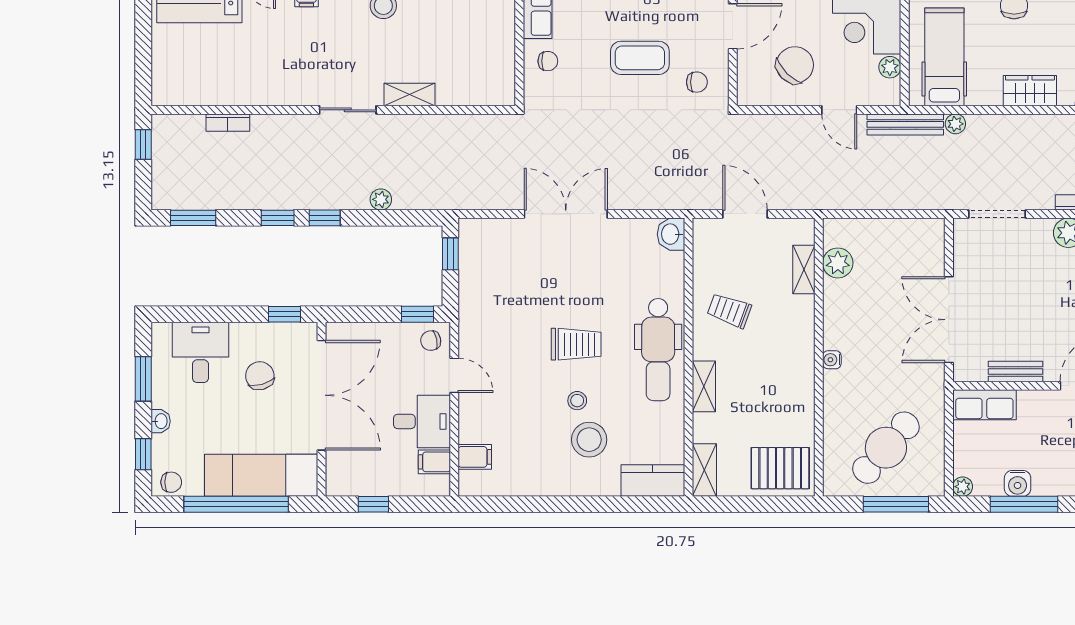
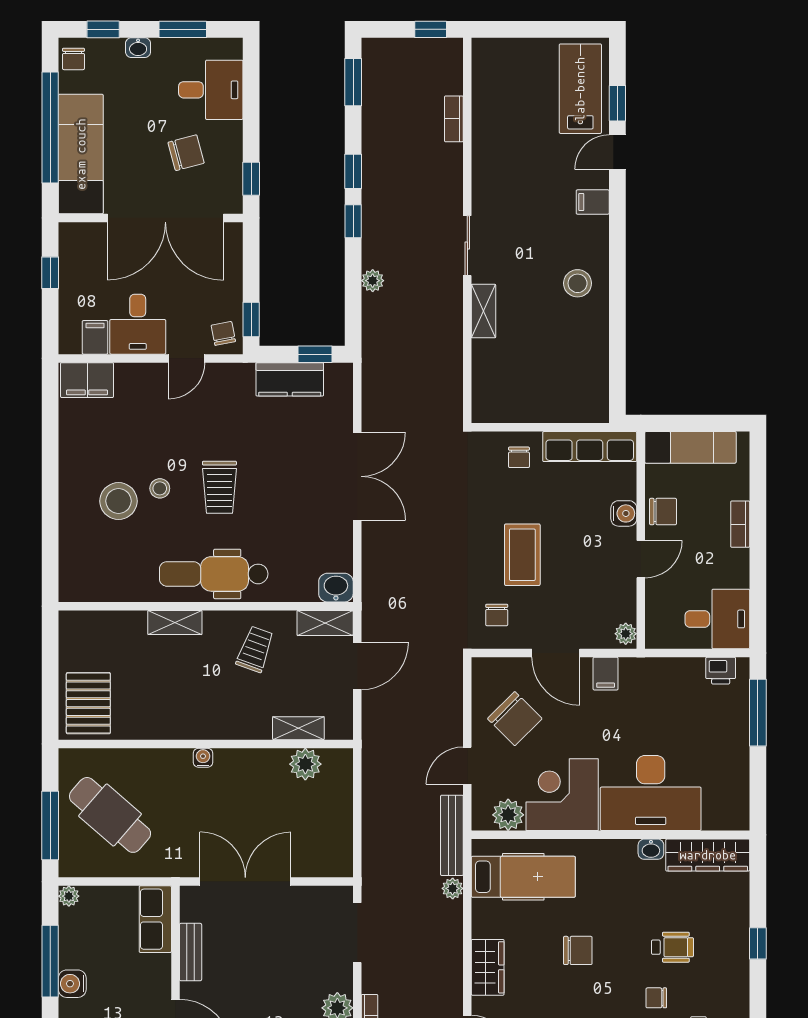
plant: (890, 67) -> (508, 815), width x1.38, depth x1.38
filing cabinet: (475, 457) -> (87, 380), width x2.00
shelving: (704, 470) -> (325, 623), moved
kitchen counter: (653, 481) -> (290, 379), moved, turned 90
water cooler: (1018, 483) -> (72, 984), moved

